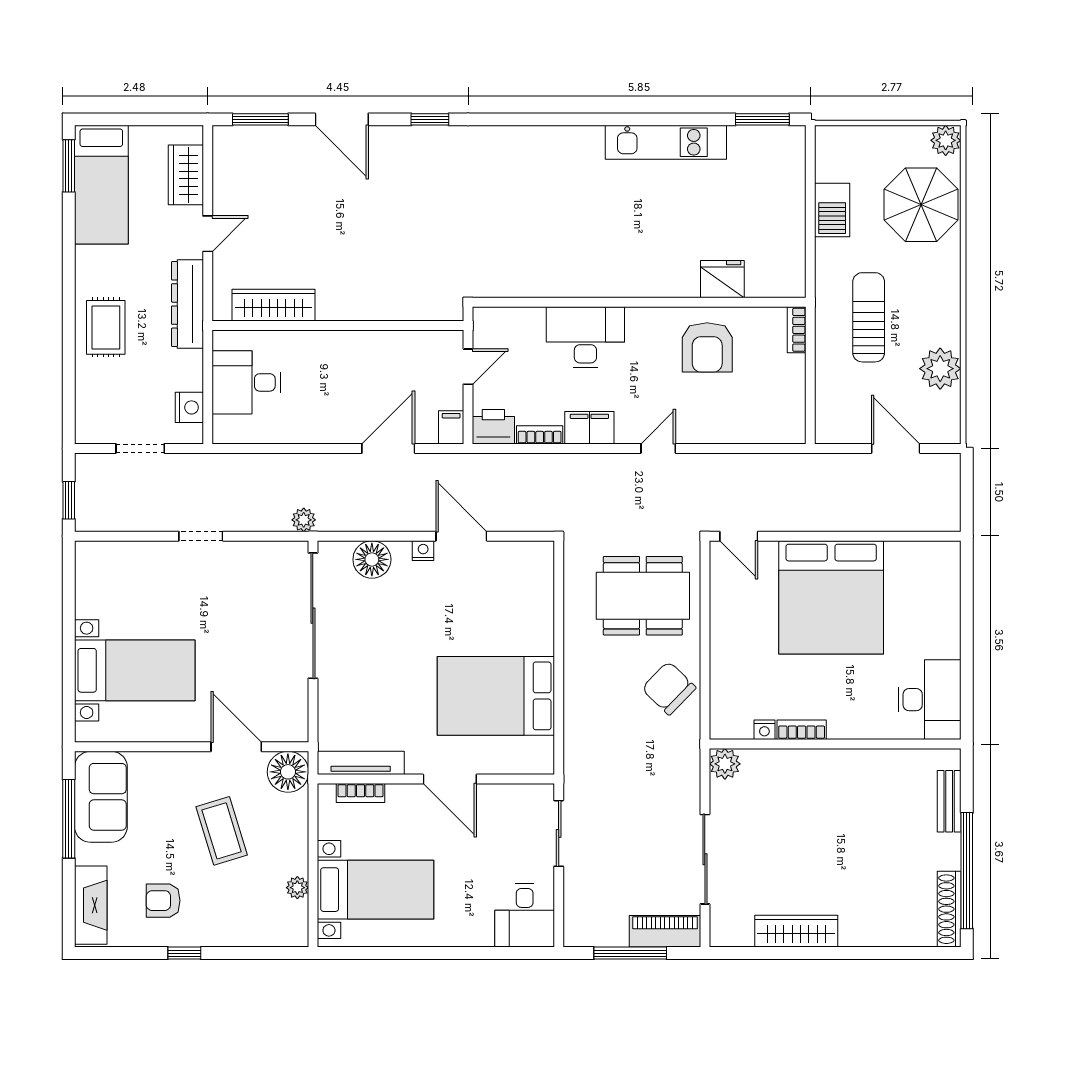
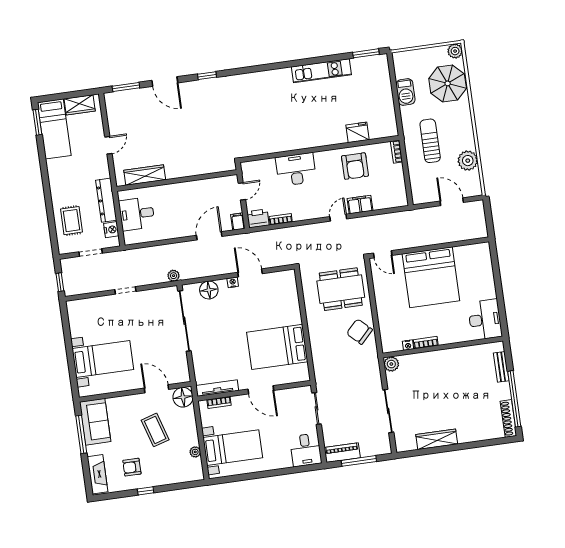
wardrobe: (186, 175) -> (80, 105), moved, turned -90
dresser: (187, 304) -> (106, 200), moved
rug: (106, 327) -> (71, 221), moved
filing cabinet: (589, 428) -> (360, 205), moved
piano: (665, 931) -> (342, 453), moved

